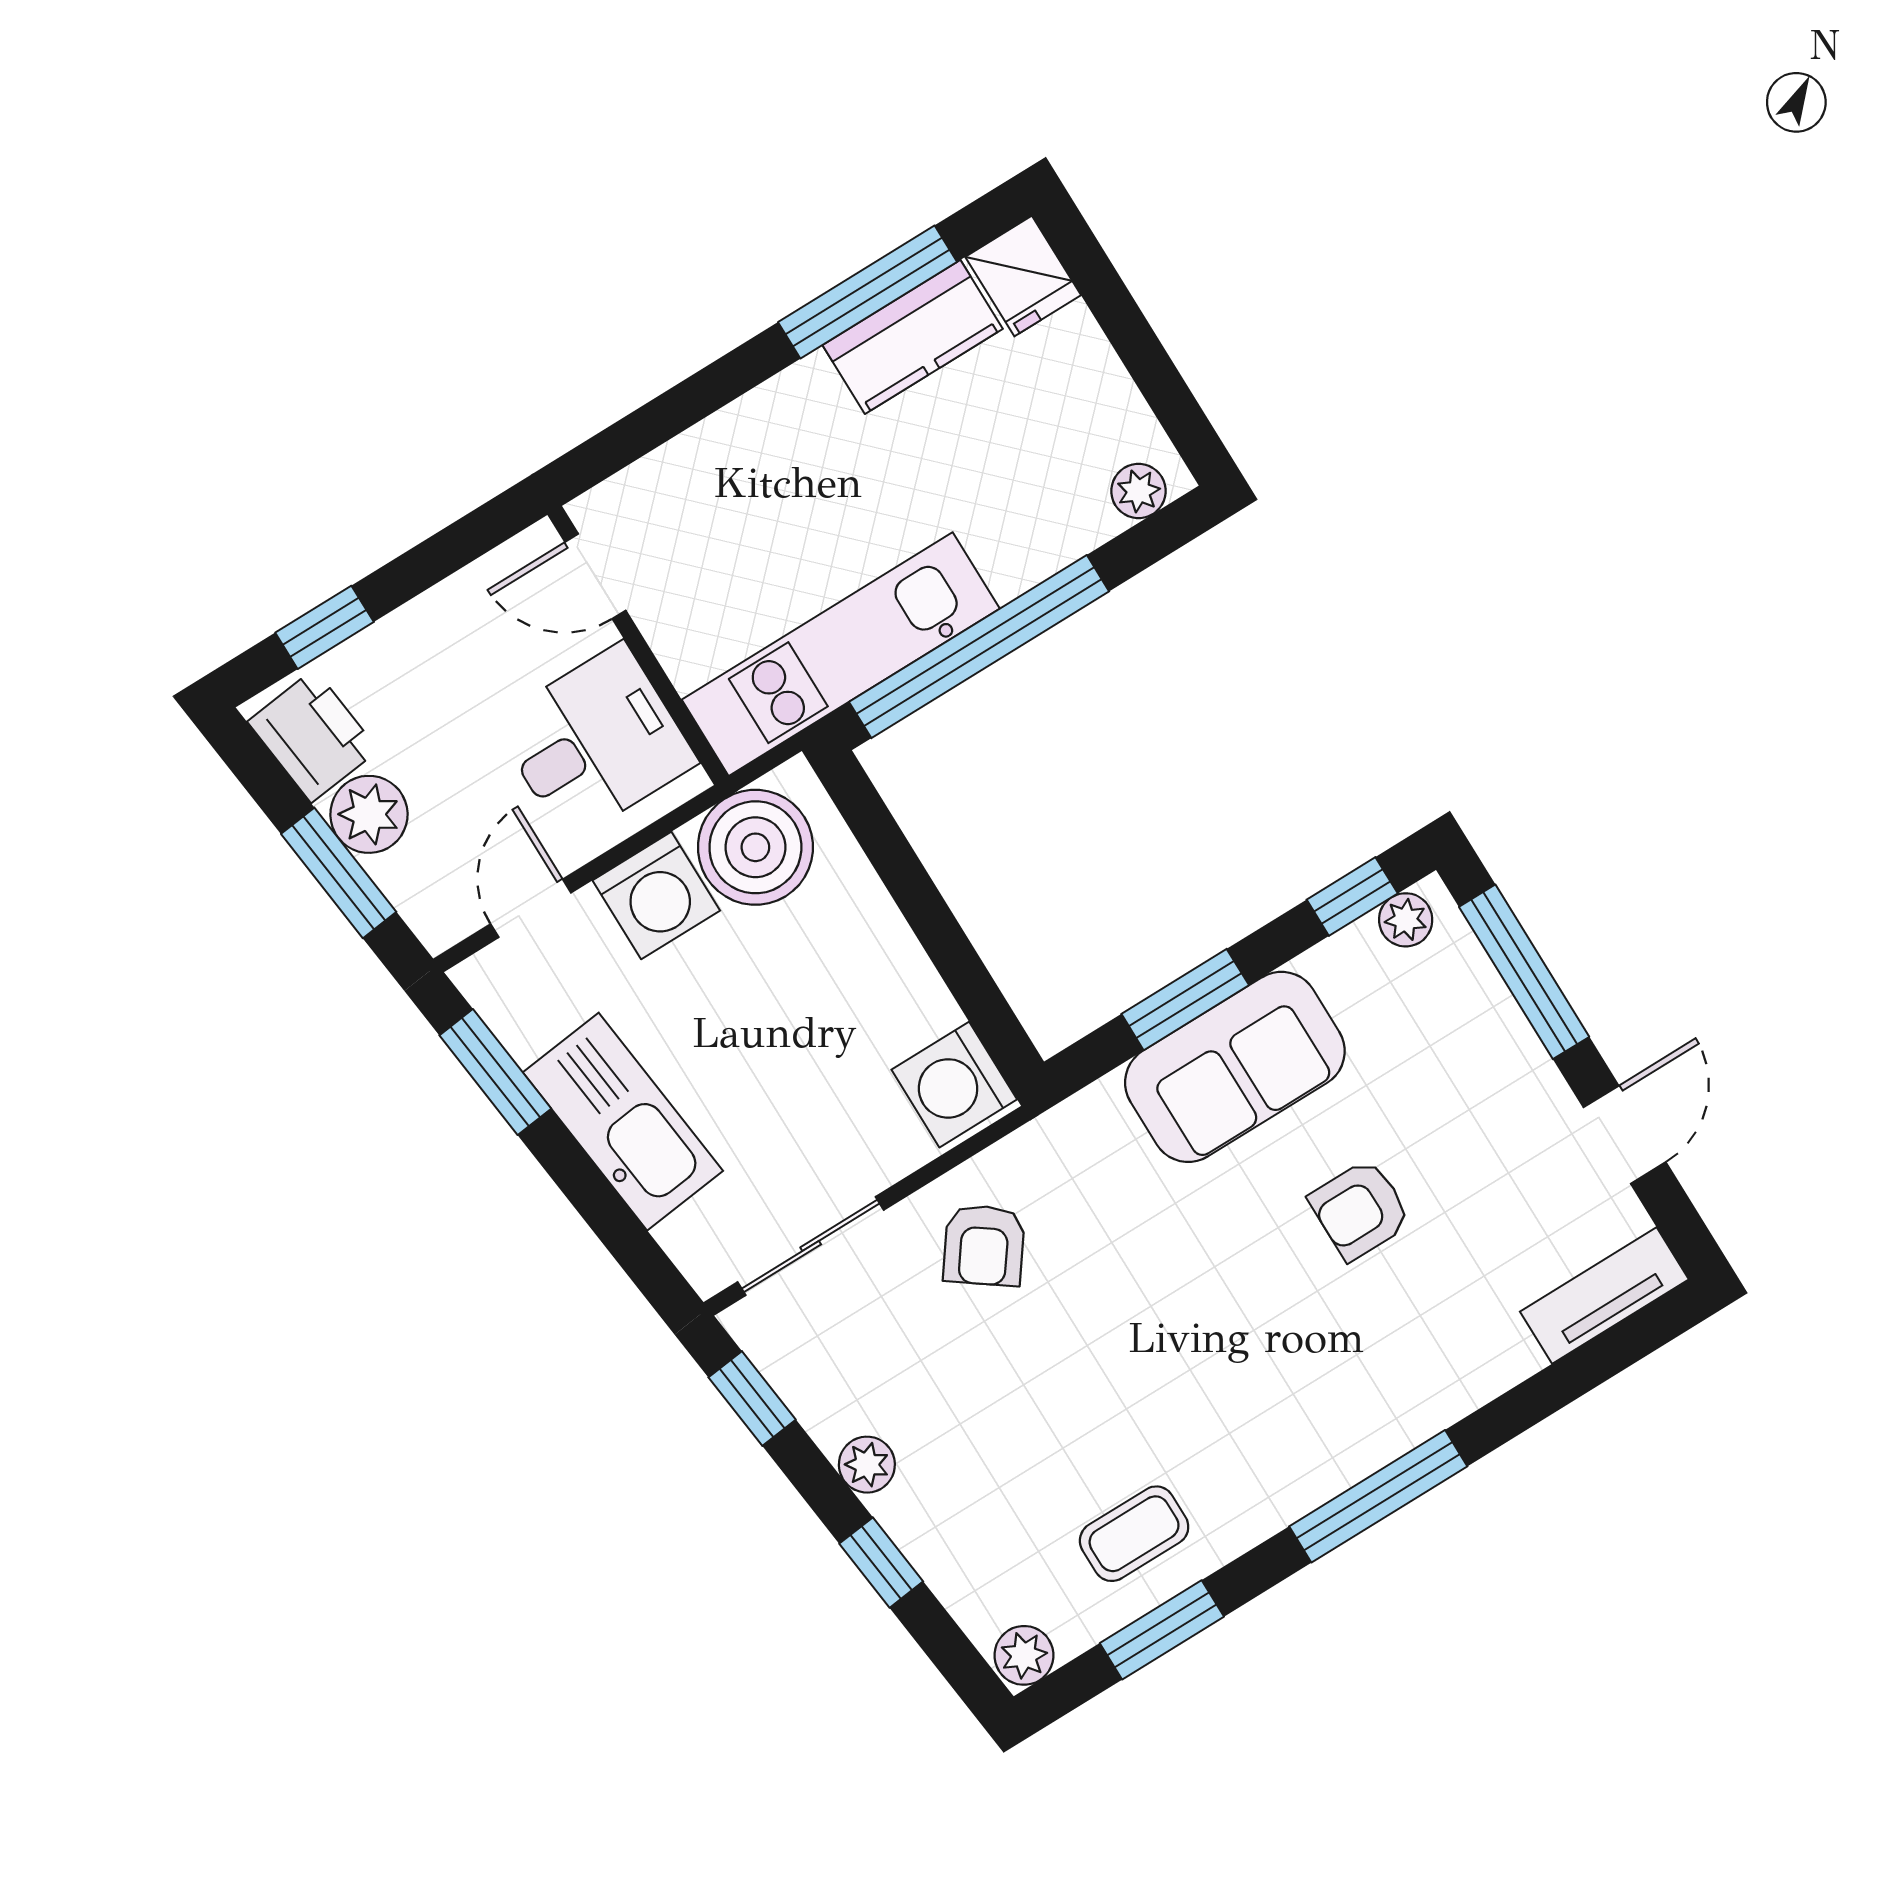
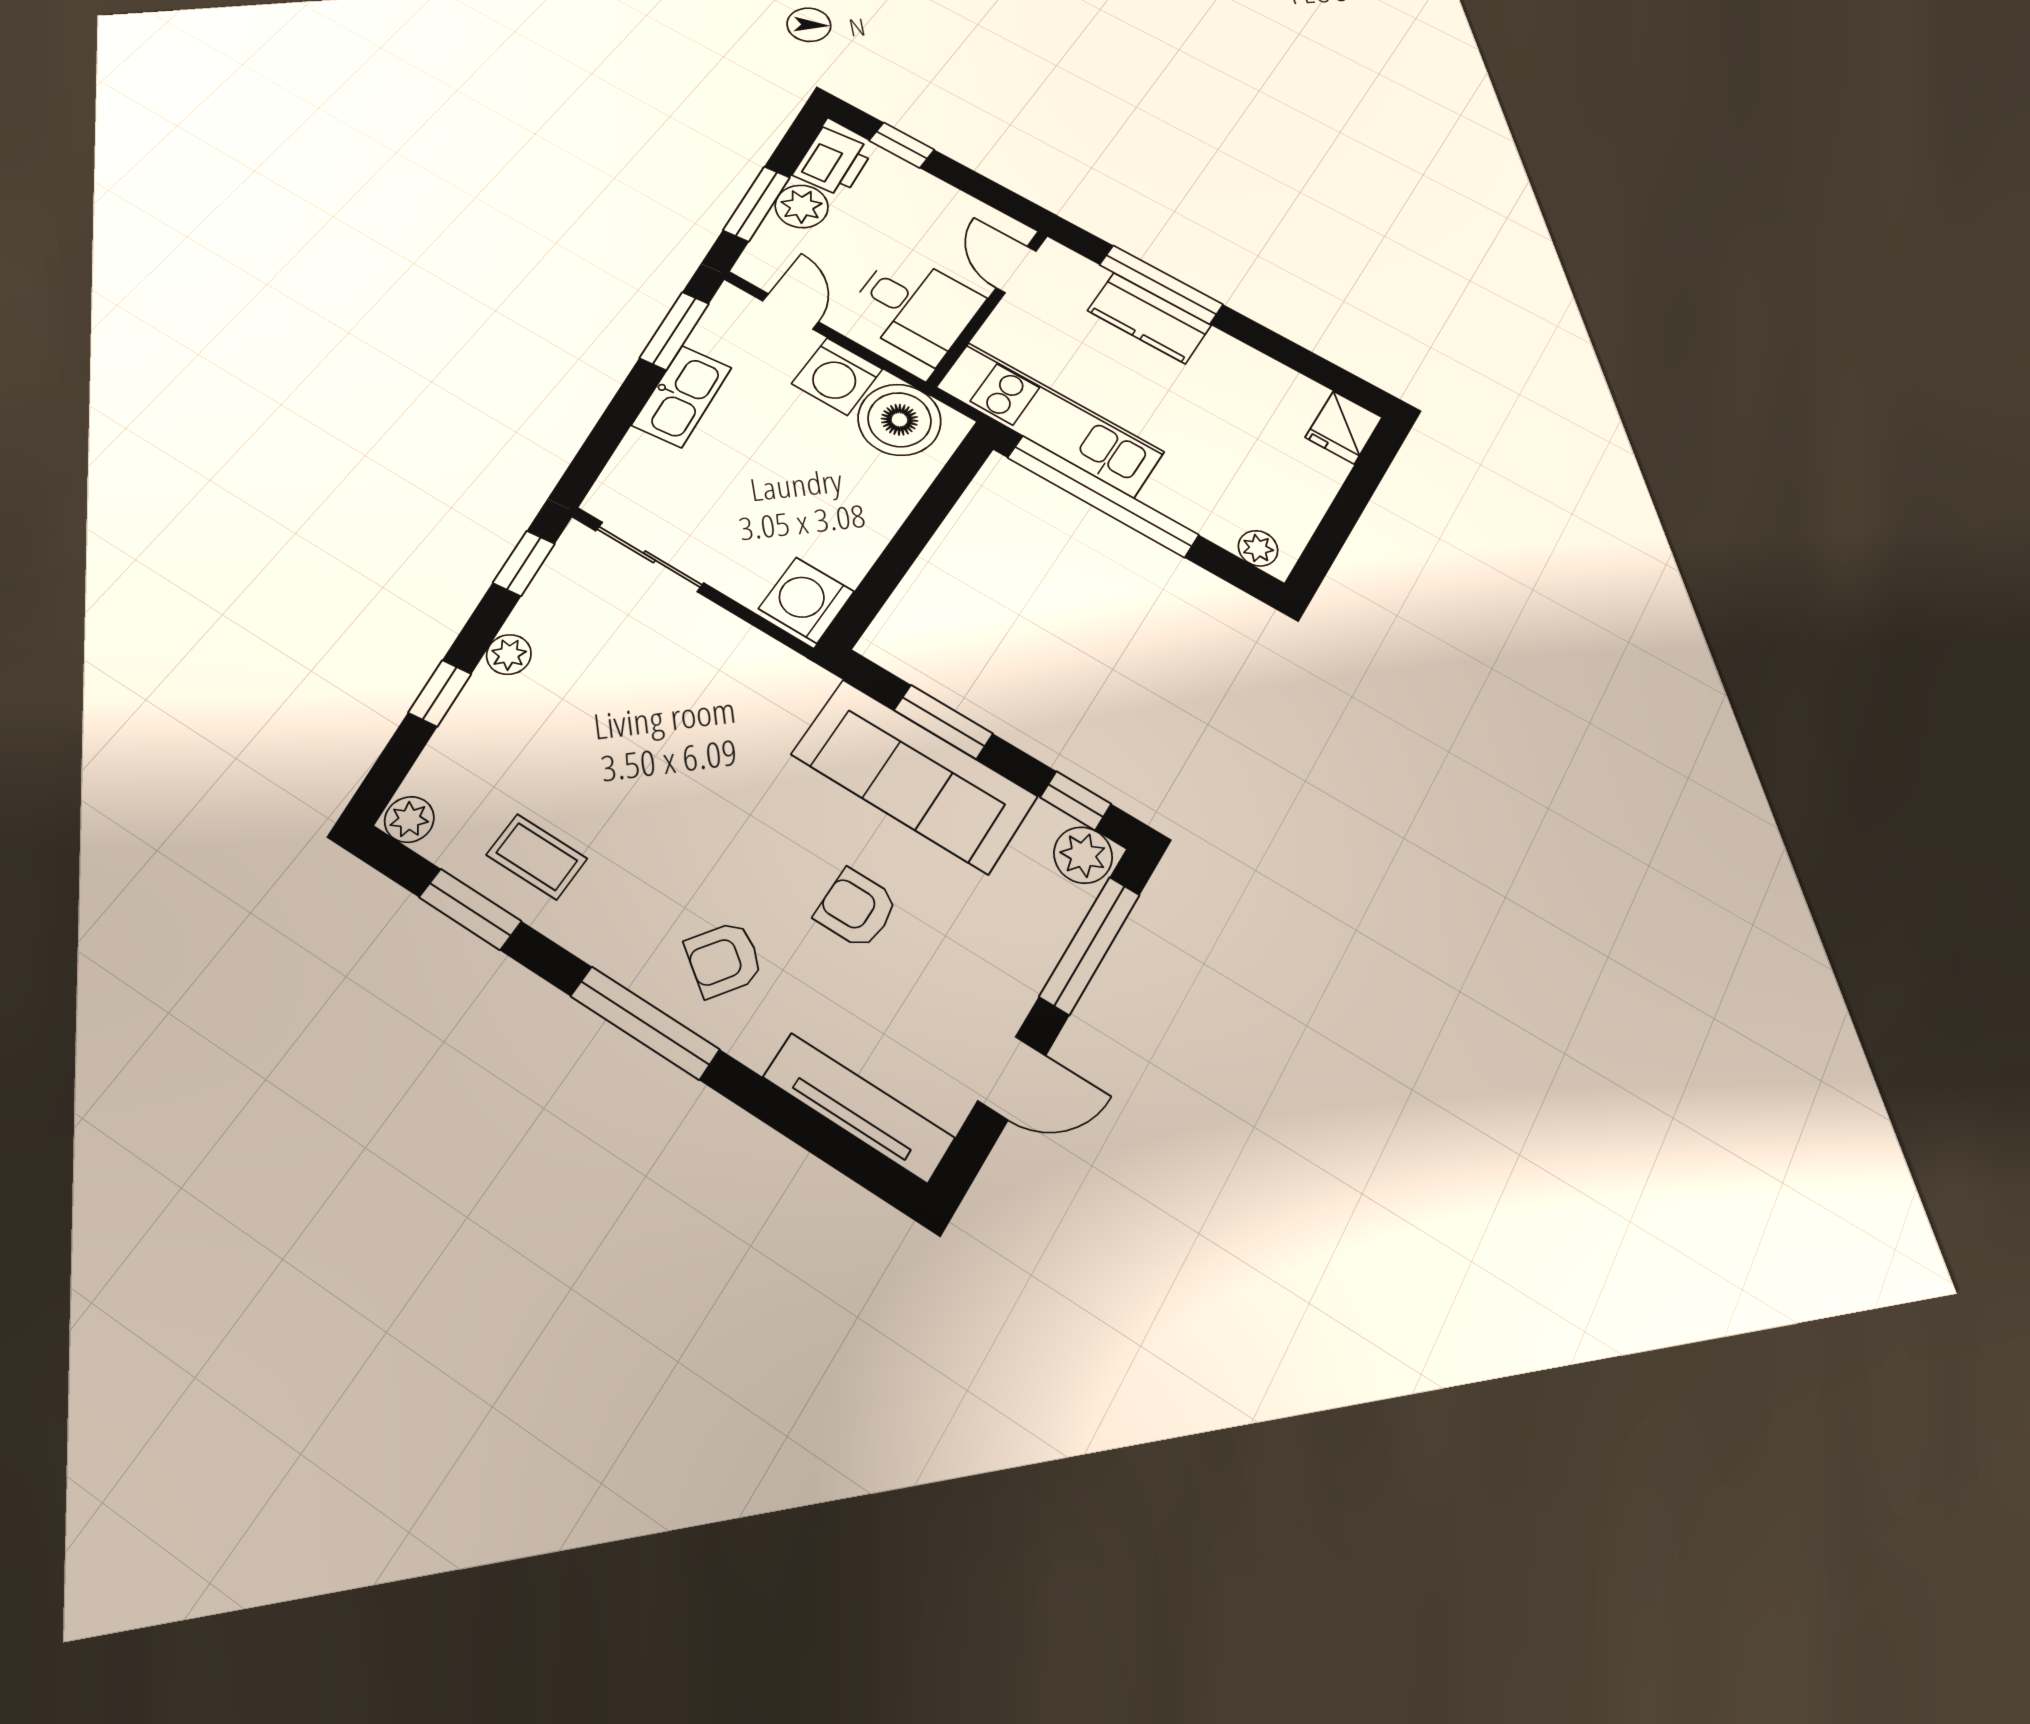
window: (868, 292) -> (1161, 285), moved
kitchen counter: (913, 337) -> (1149, 318), moved
door: (531, 908) -> (791, 311), hinge flipped
plant: (1406, 920) -> (1083, 855), width x1.38, depth x1.38
sofa: (1235, 1067) -> (914, 775), width x1.36
kitchen sink: (623, 1122) -> (682, 396), width x0.73, depth x0.81
armchair: (984, 1245) -> (724, 959), moved
tv unit: (1604, 1295) -> (859, 1107), width x1.41

